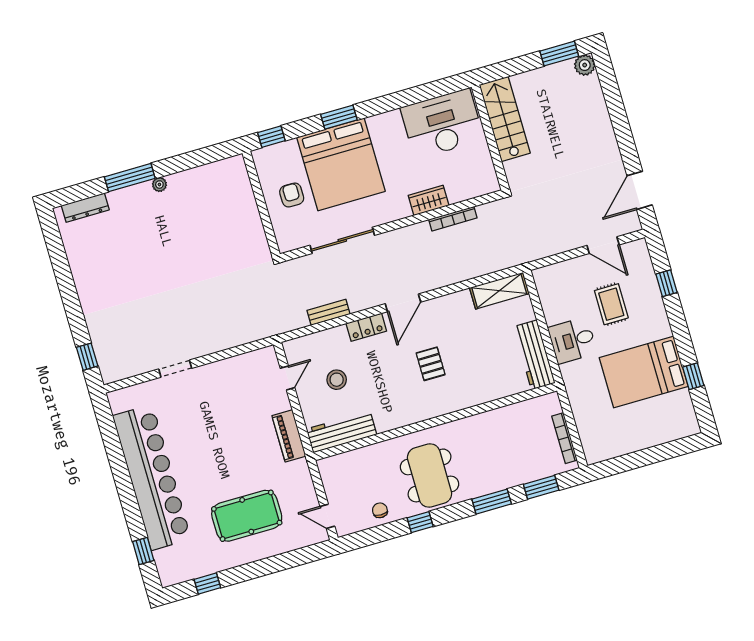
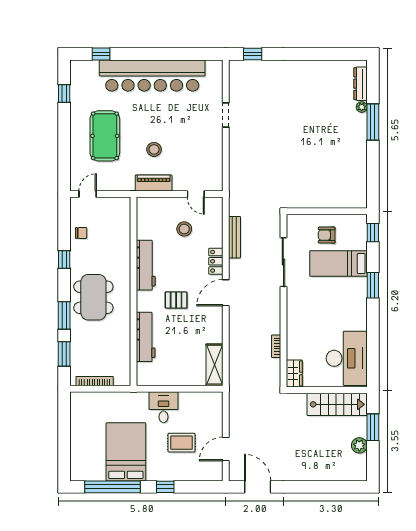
window: (559, 54) -> (373, 427), moved
plant: (585, 65) -> (359, 445), moved
bed: (341, 164) -> (338, 263), width x0.49
plant: (159, 185) -> (362, 107), moved
armchair: (292, 195) -> (327, 235), turned 180
wardrobe: (429, 200) -> (294, 374), moved
bookcase: (453, 219) -> (276, 346), width x0.64
window: (667, 283) -> (165, 487), moved
door: (403, 303) -> (226, 293), hinge flipped
bench: (329, 312) -> (234, 237), width x1.36
workbench: (534, 355) -> (146, 337), moved, turned 90
window: (693, 376) -> (113, 487), width x3.17
workbench: (342, 432) -> (146, 265), moved
stool: (246, 448) -> (154, 149), added
dining table: (430, 475) -> (93, 297), moved, turned 90

